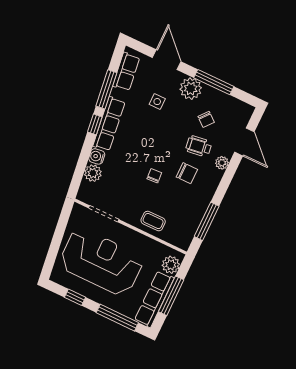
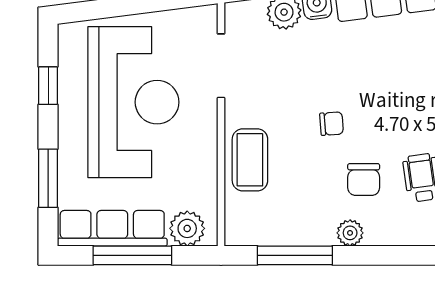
plant: (222, 163) -> (350, 233), moved
coffee table: (153, 221) -> (250, 160), width x1.36, depth x1.30
window: (117, 318) -> (48, 178), width x0.69

